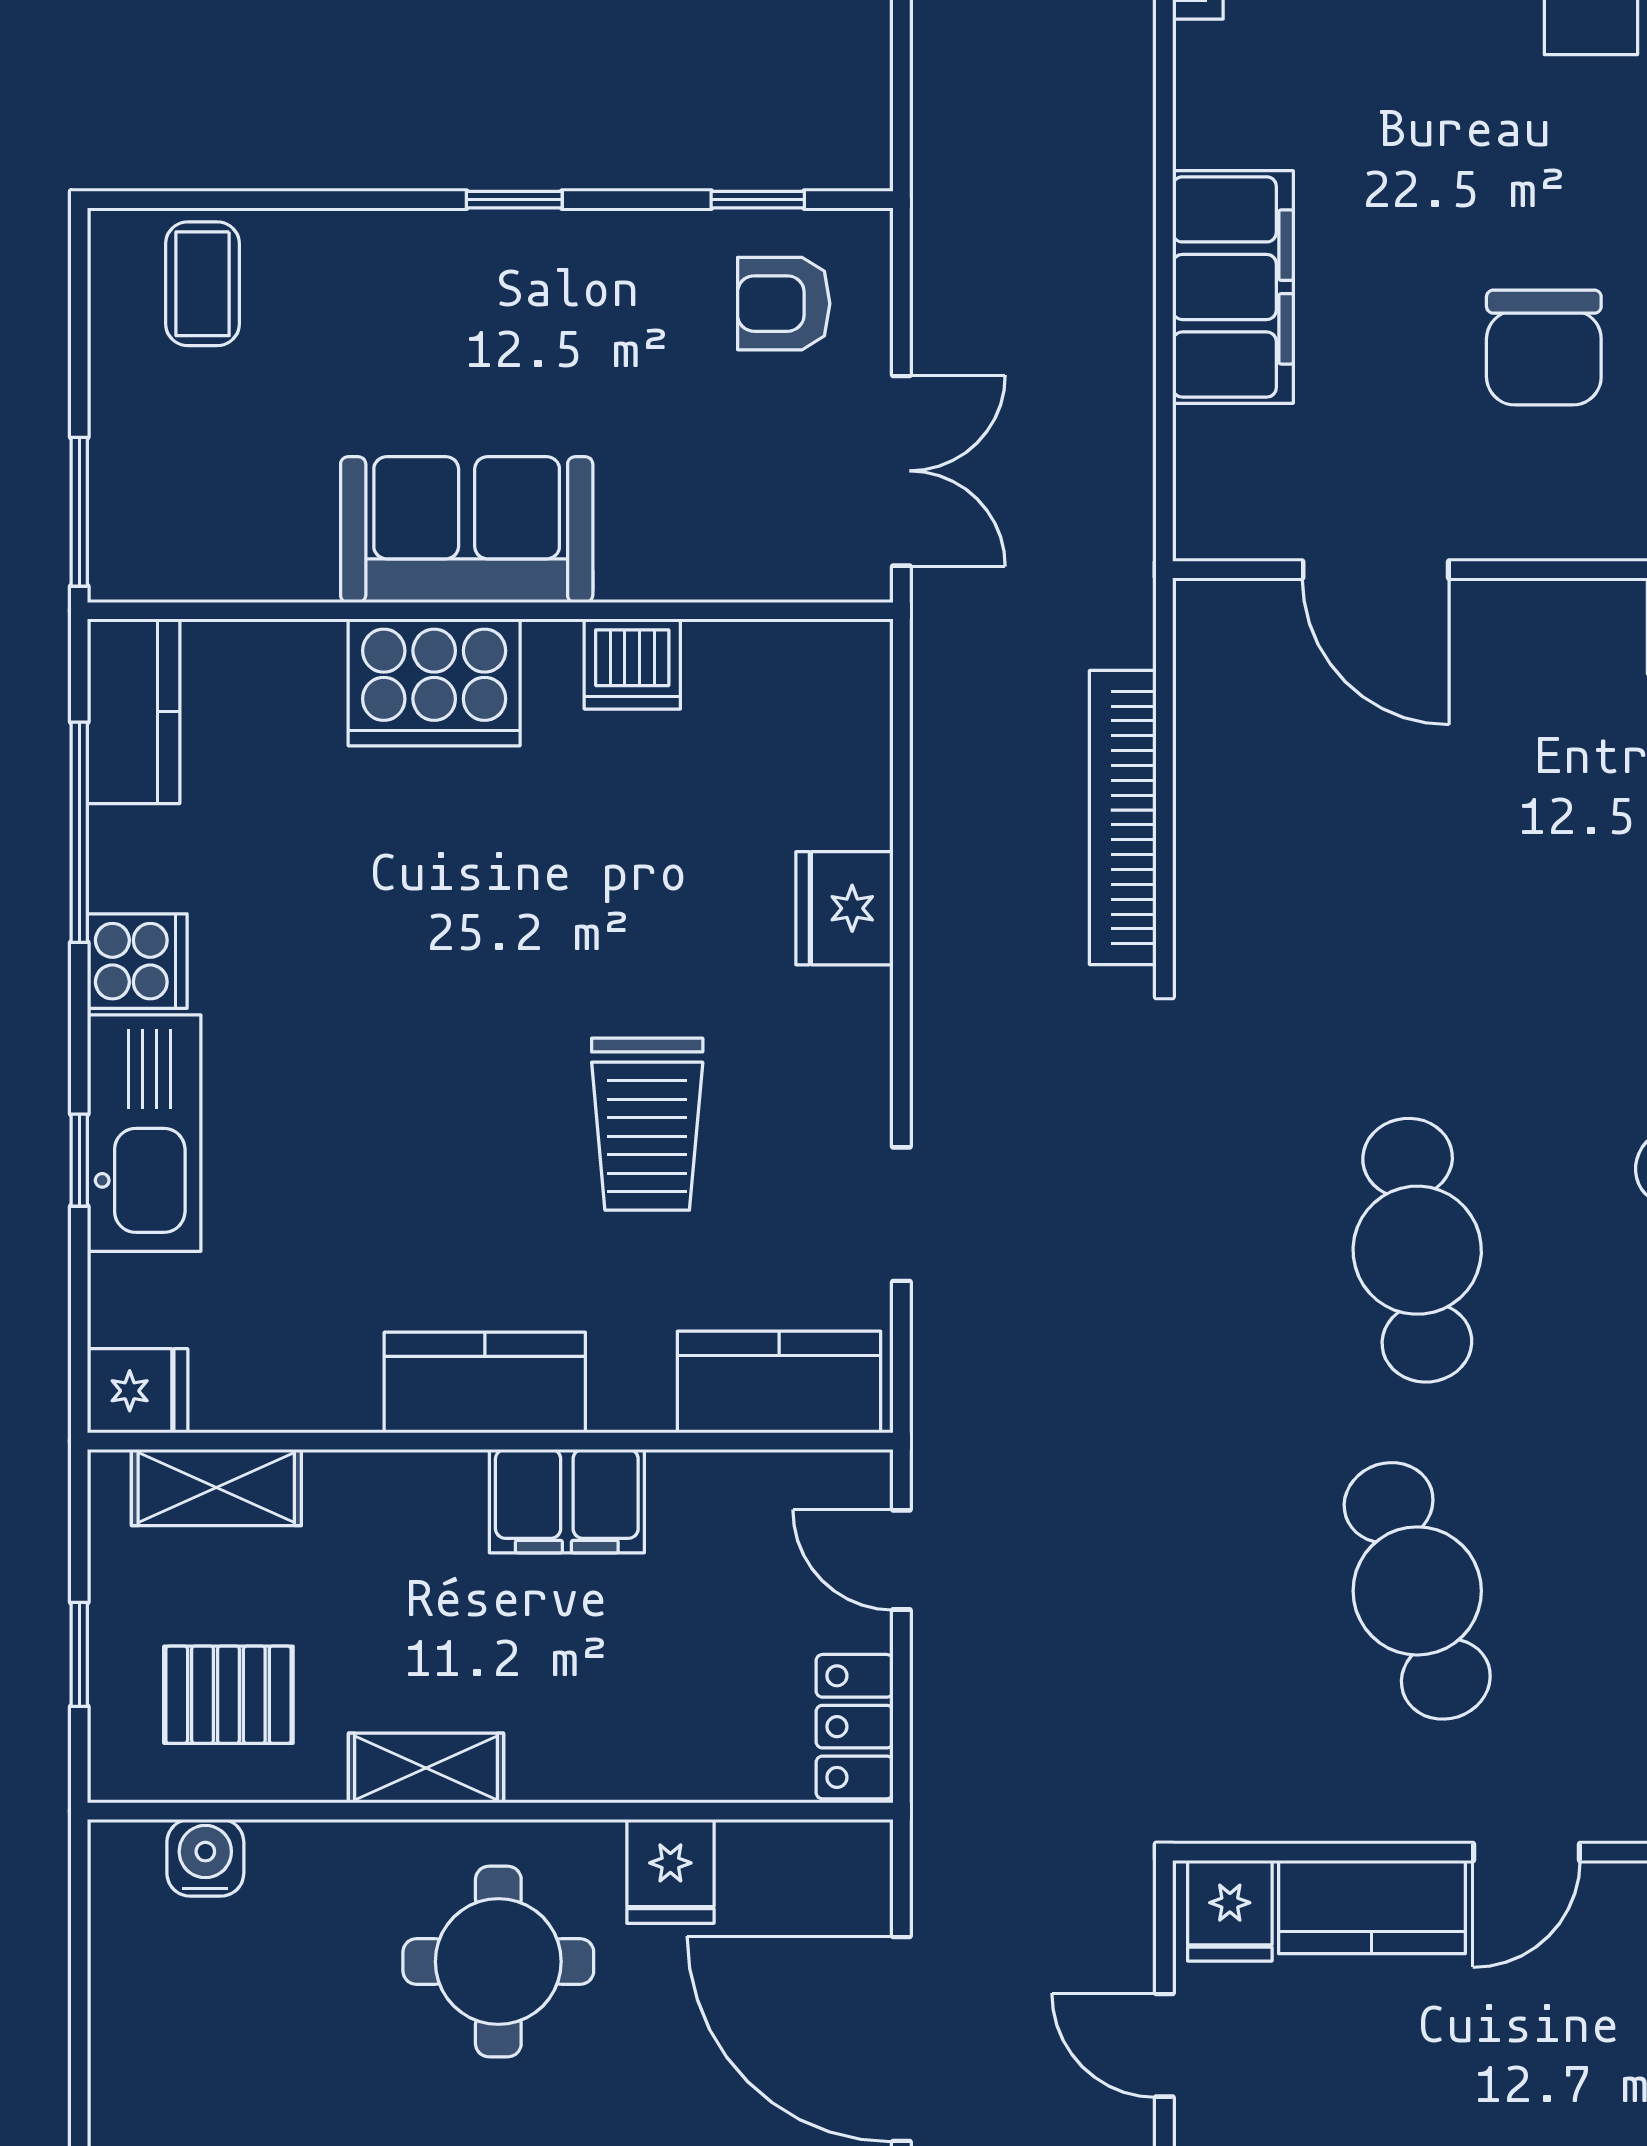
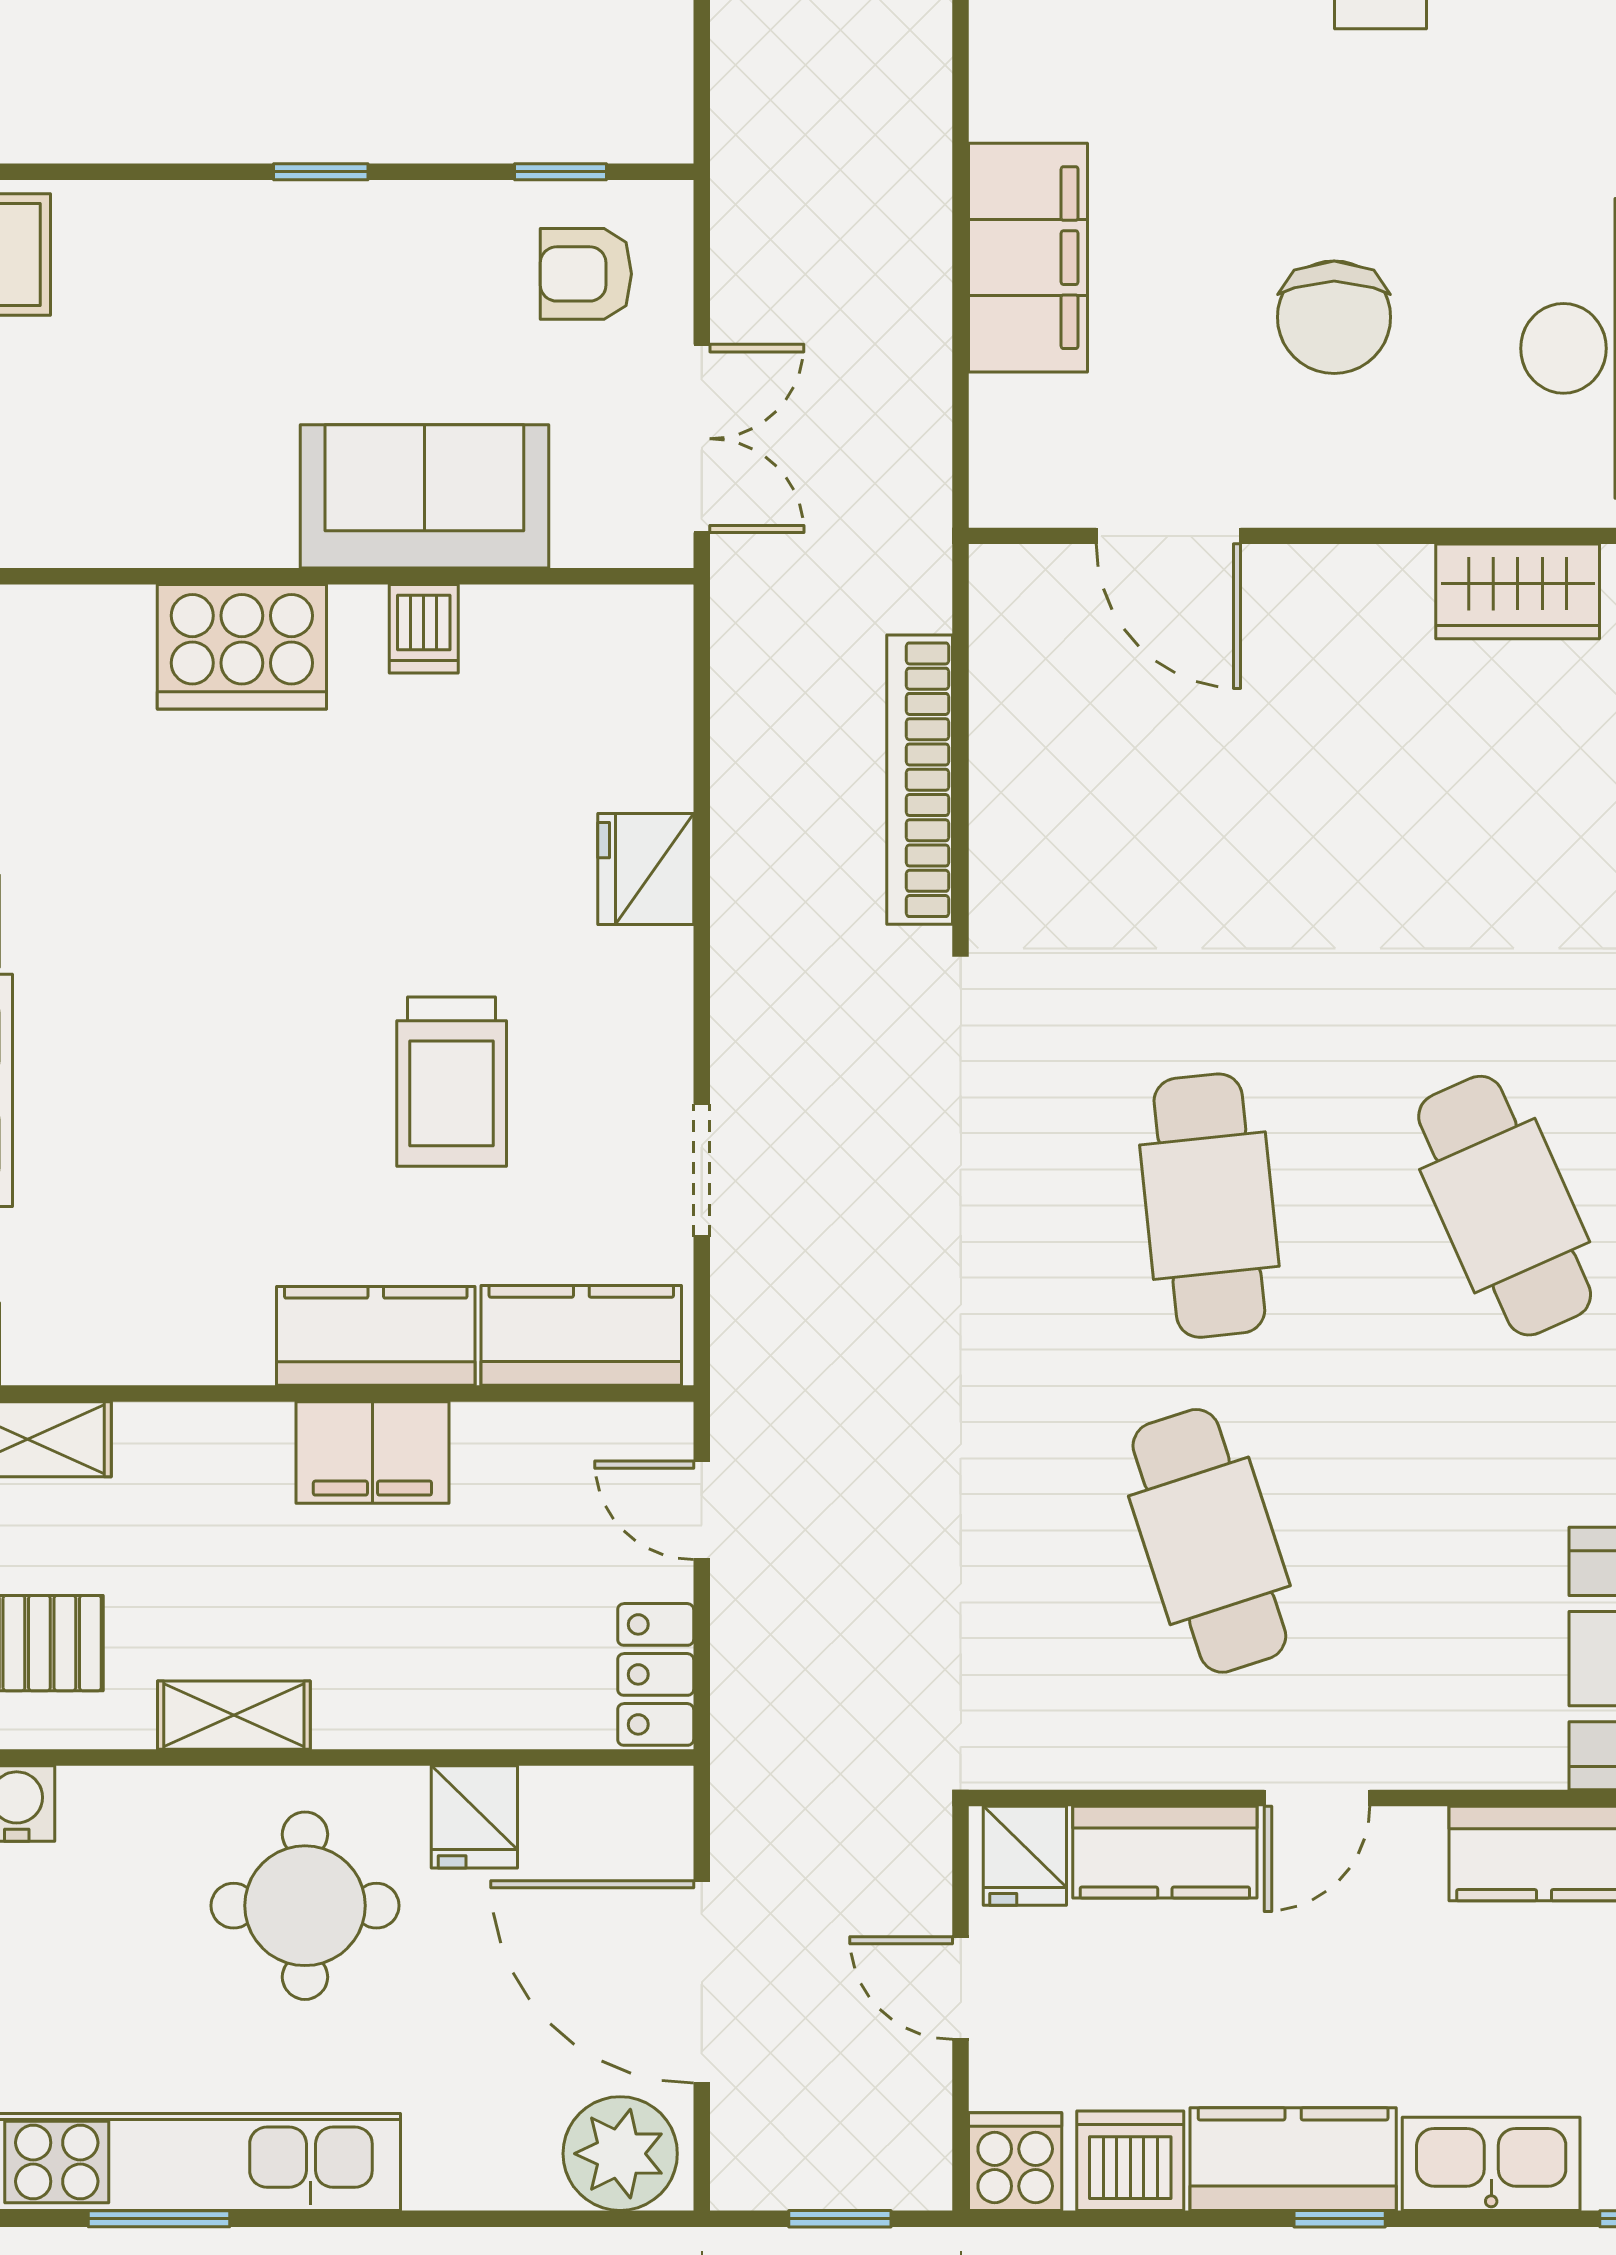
sofa: (467, 530) -> (424, 496), moved
dishwasher: (632, 664) -> (424, 629), width x0.73
kitchen counter: (485, 1383) -> (376, 1336), moved

